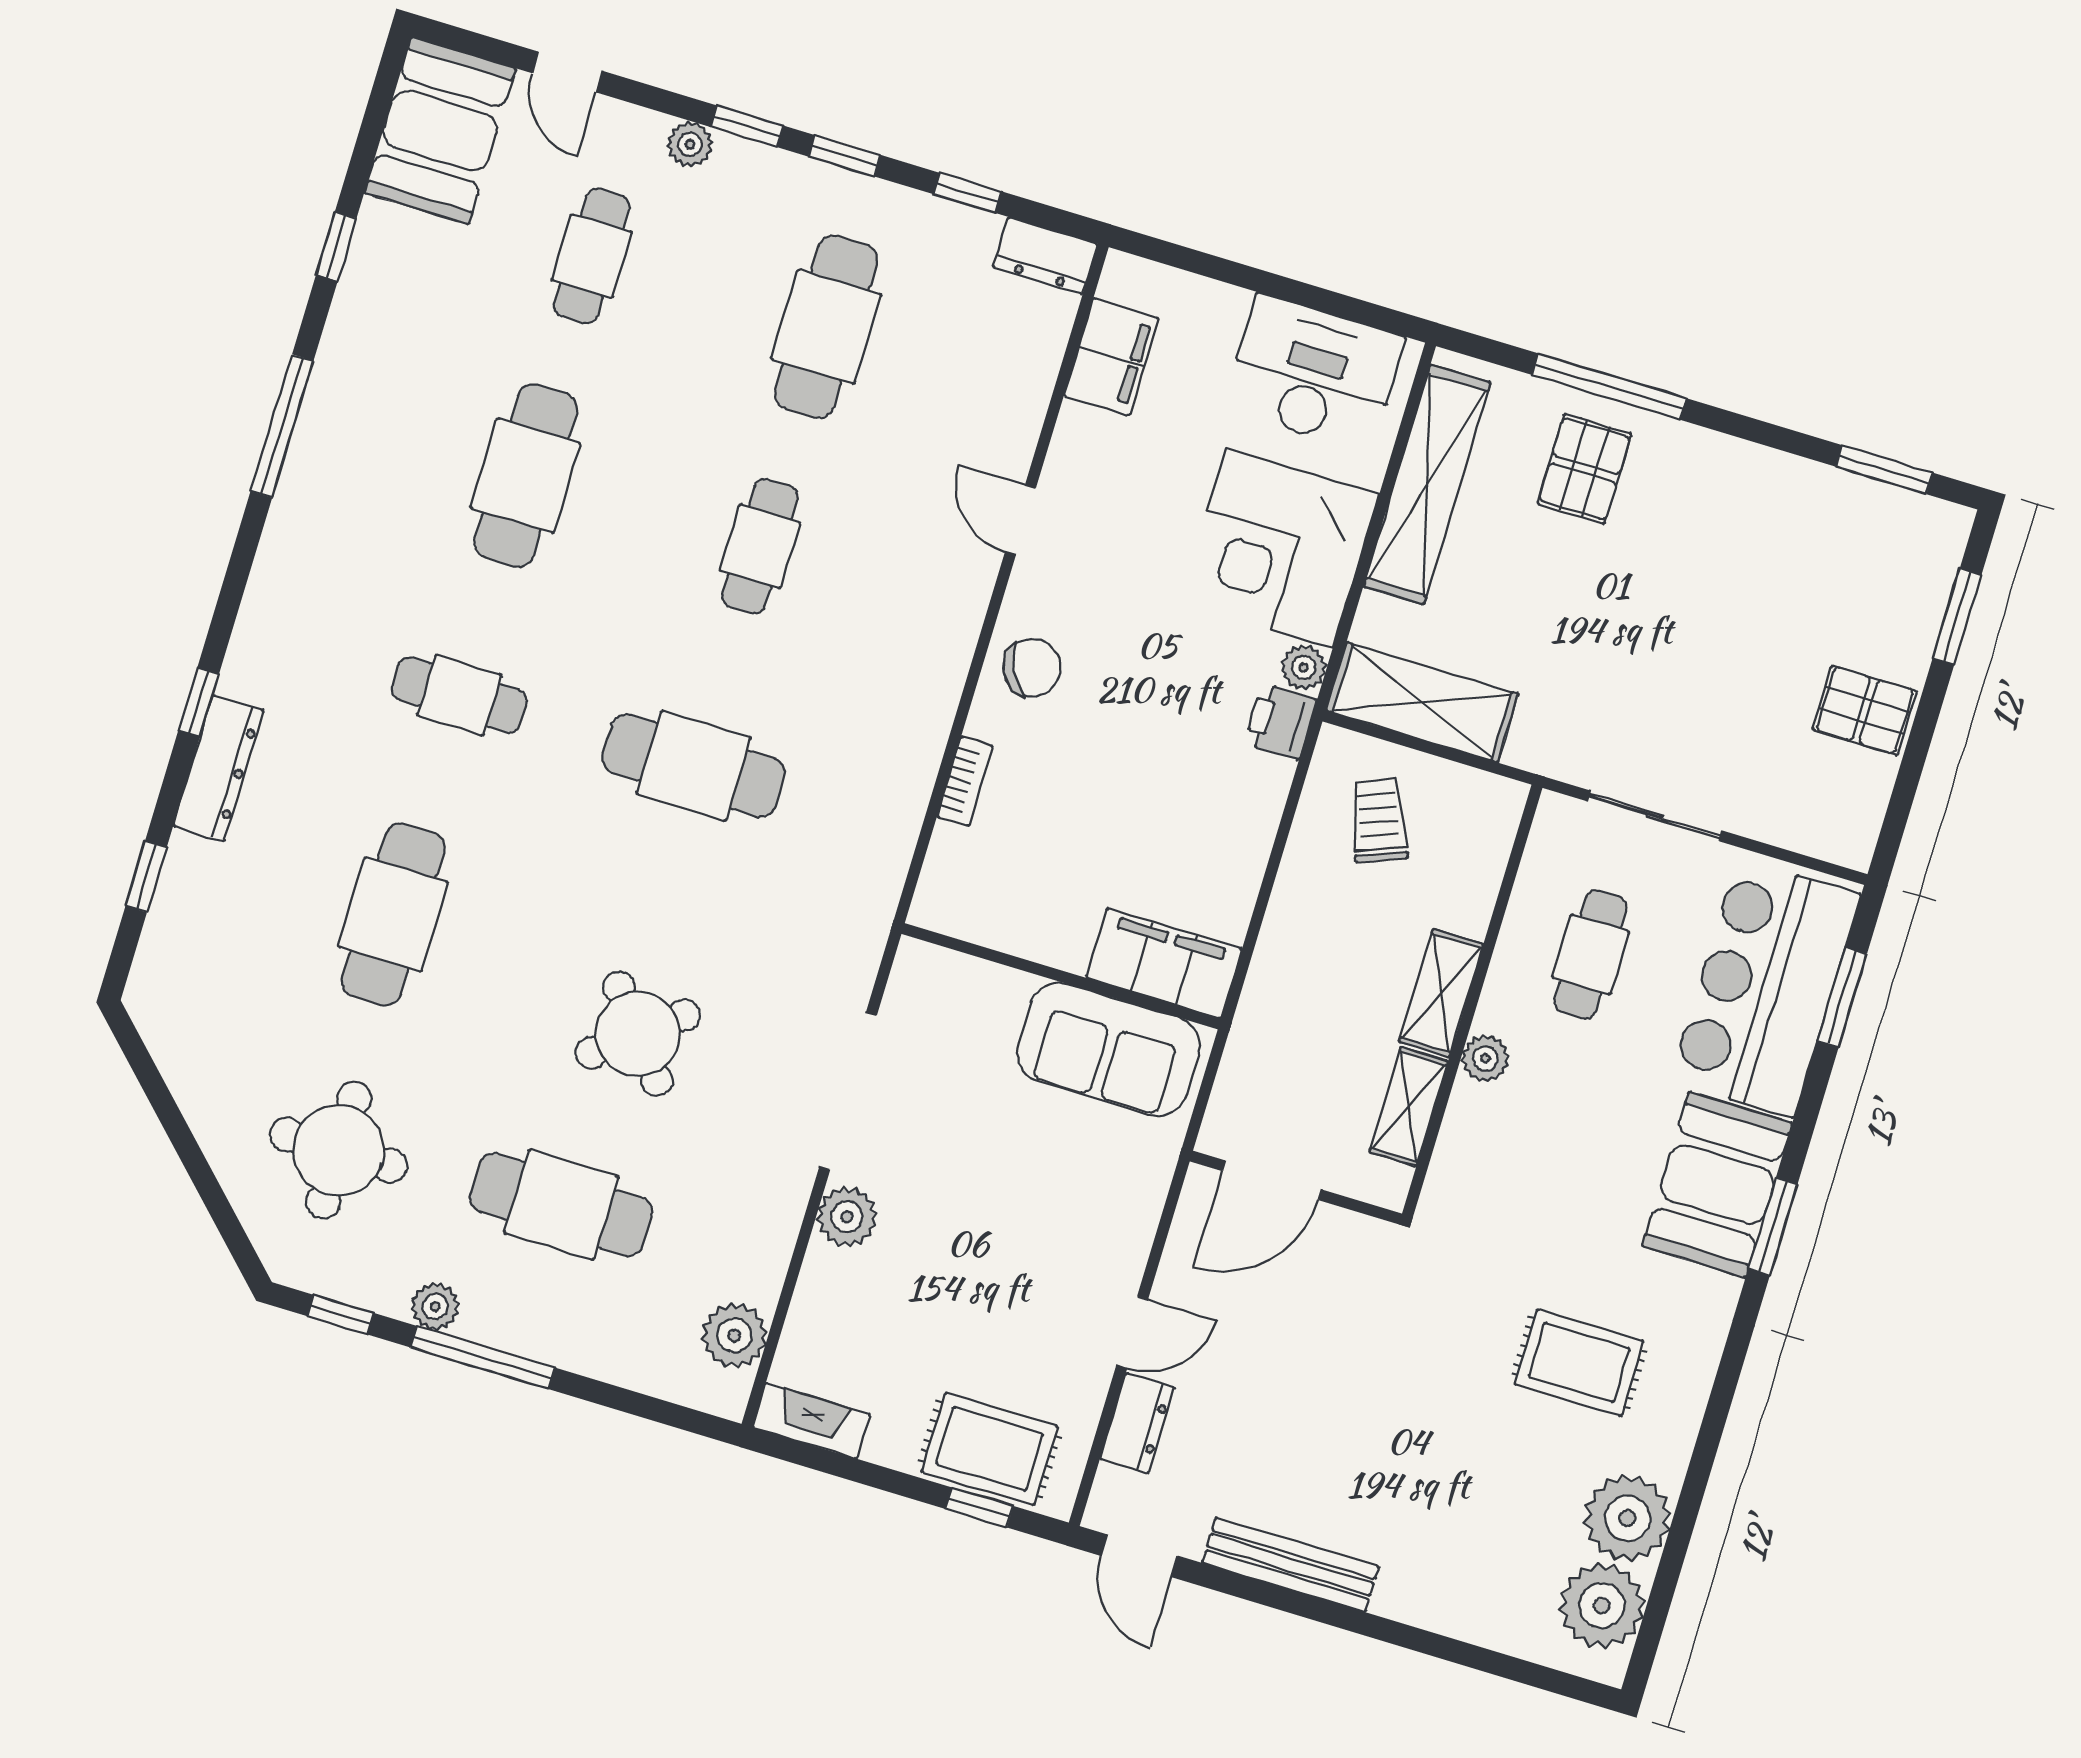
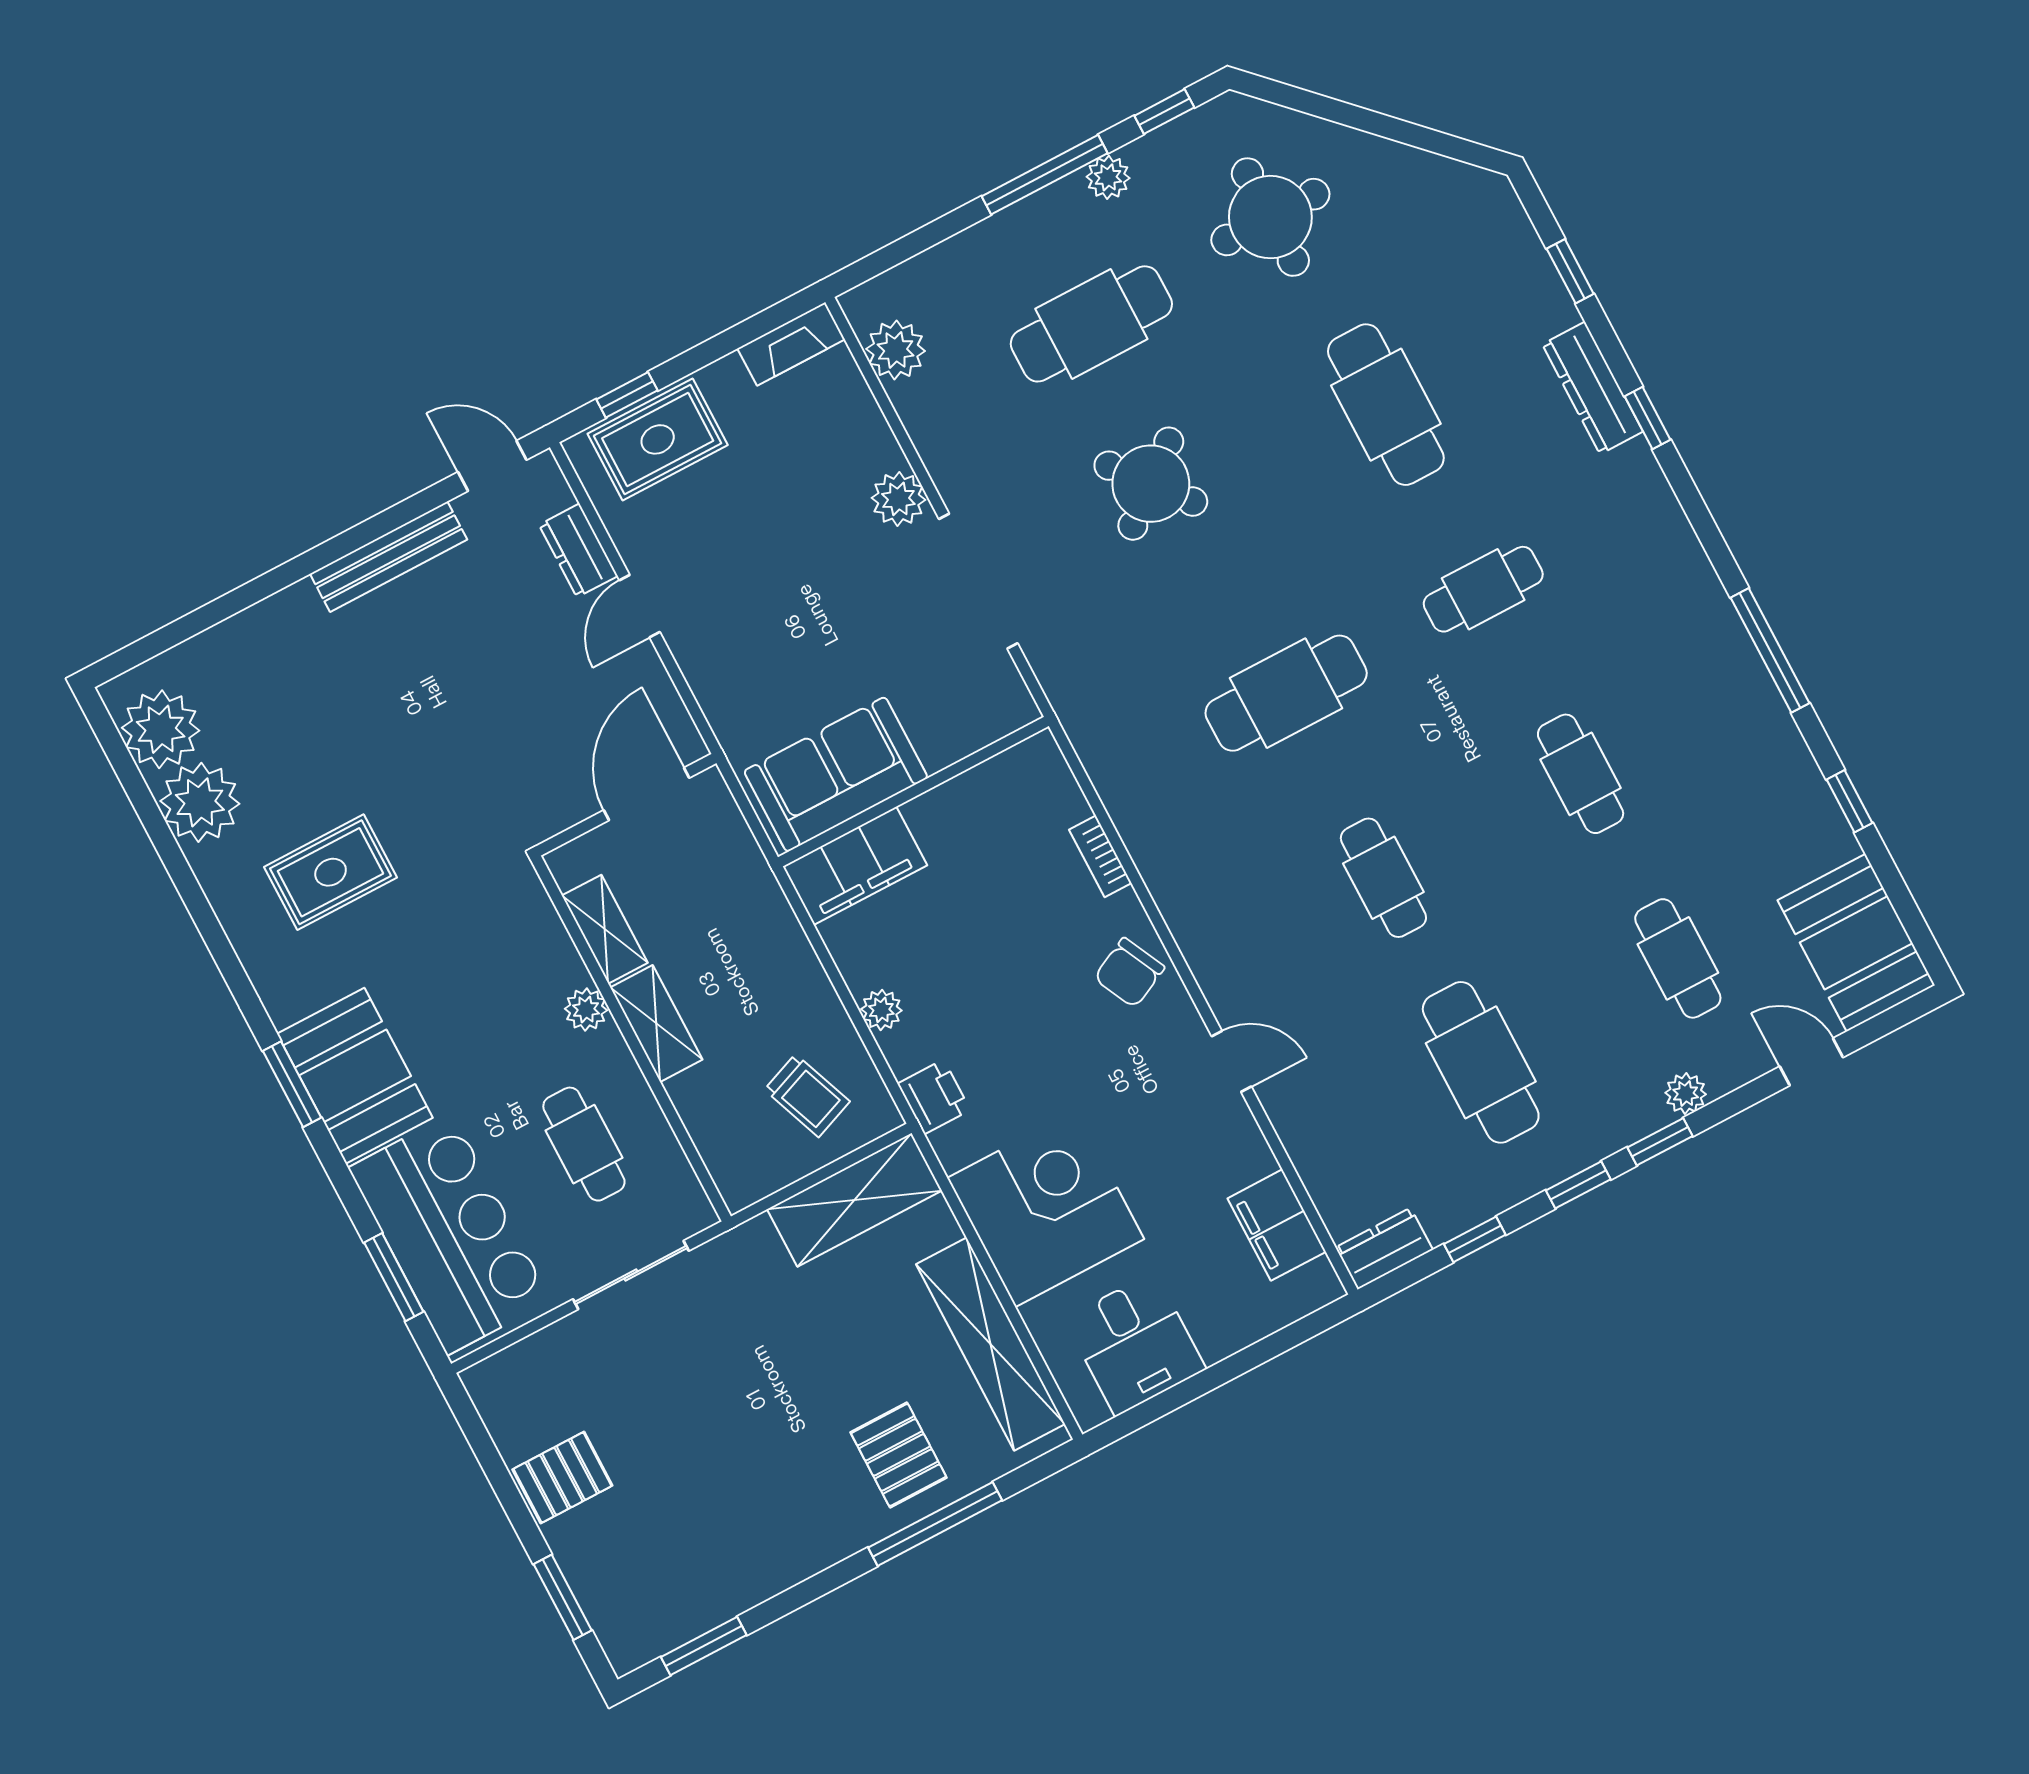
desk: (1314, 373) -> (1135, 1344), width x0.73
cafe table: (526, 475) -> (1581, 774), width x0.73, depth x0.74
plant: (1304, 667) -> (881, 1010), moved

